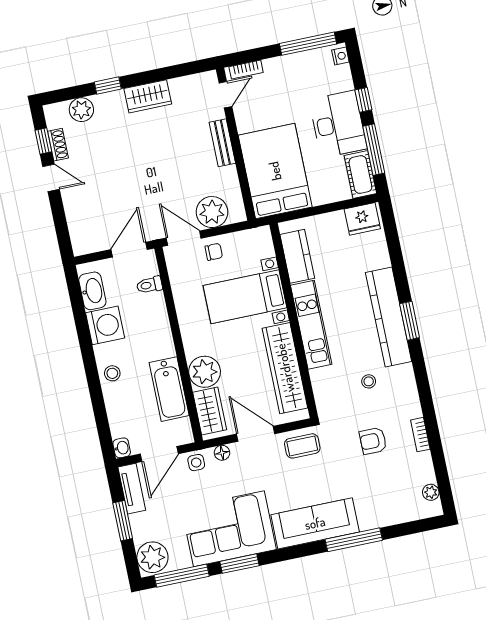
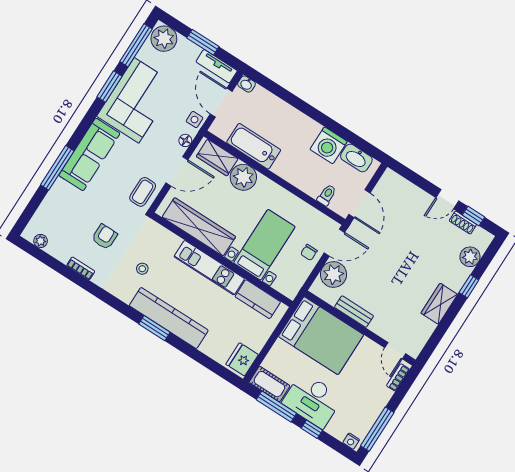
bench: (222, 143) -> (354, 312), moved
stool: (112, 373) -> (296, 122), removed

